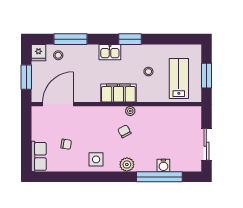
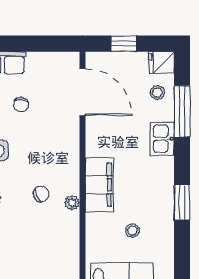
kitchen sink: (110, 52) -> (162, 139), moved
window: (26, 77) -> (124, 44), width x0.67

